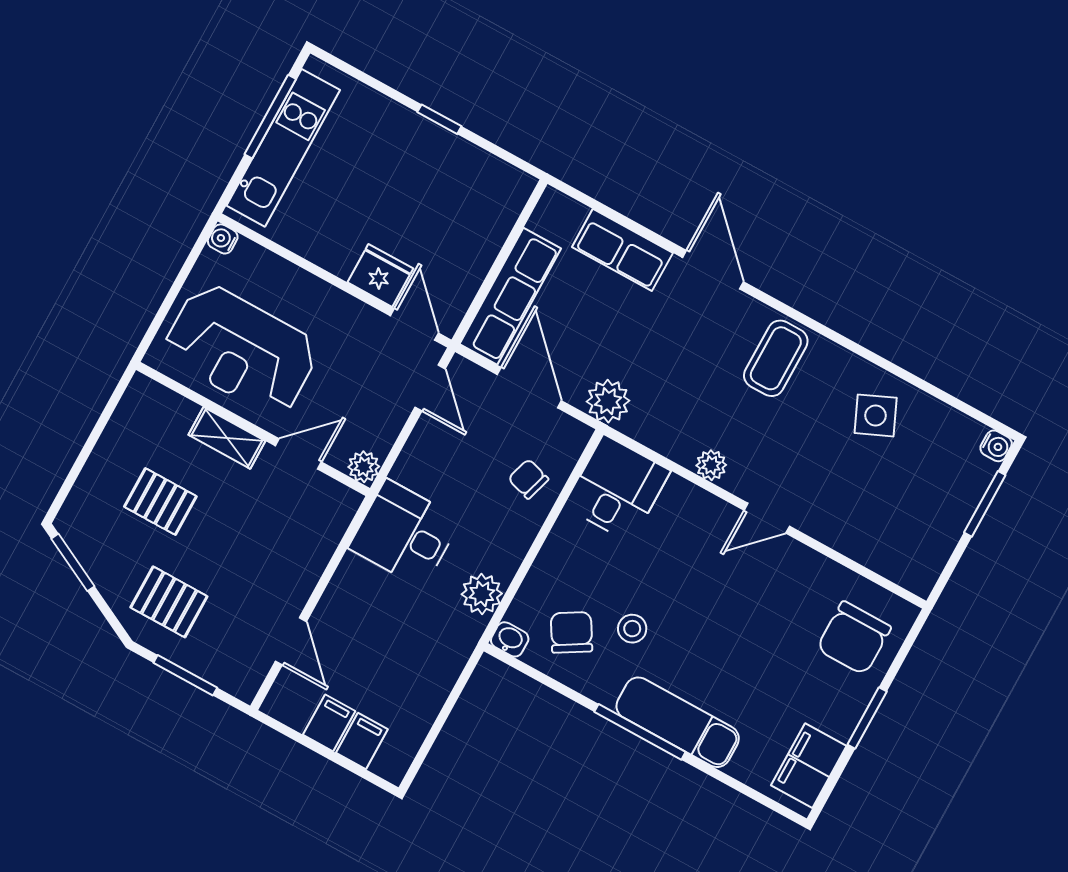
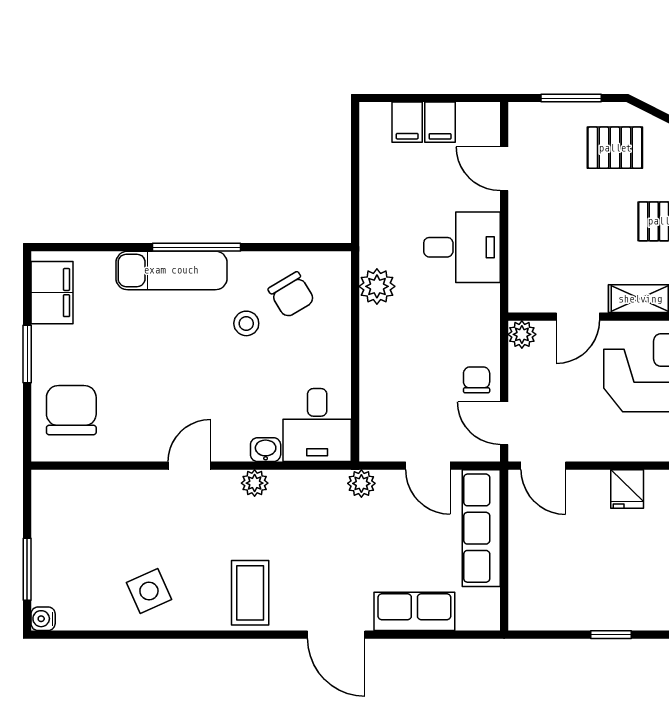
fridge: (380, 275) -> (627, 489), moved, width x0.72
door: (529, 388) -> (428, 466), width x0.73
plant: (608, 401) -> (361, 483), width x0.73, depth x0.73
chair: (528, 479) -> (477, 380), moved, turned -107
desk: (405, 534) -> (462, 247), moved
washbasin: (510, 639) -> (266, 450), moved, turned 180

